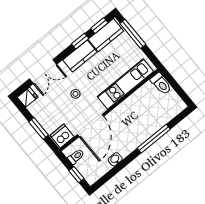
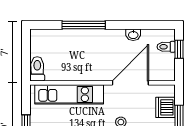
dishwasher: (62, 136) -> (166, 107), moved, turned 90
toilet: (76, 157) -> (166, 47), moved

